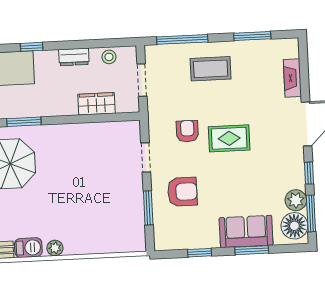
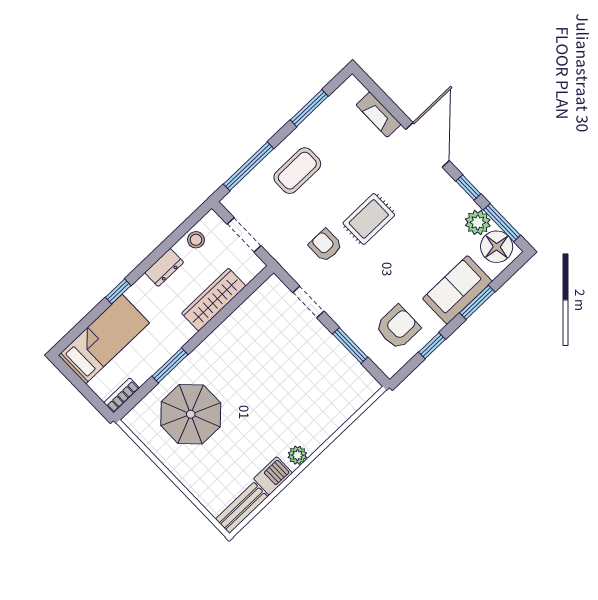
wardrobe: (96, 104) -> (214, 300), width x1.50
armchair: (182, 192) -> (398, 327), moved

